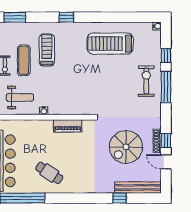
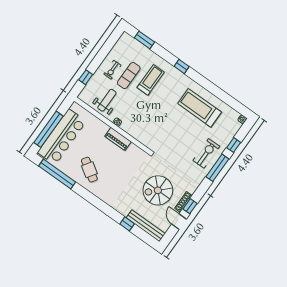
weight bench: (20, 97) -> (107, 100), turned -90
piano: (68, 126) -> (118, 139), moved

